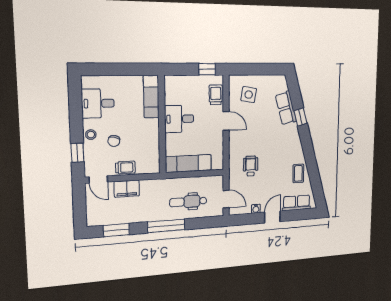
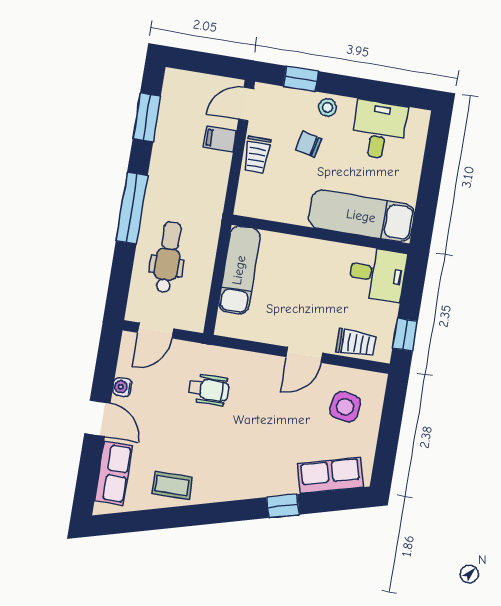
exam couch: (151, 97) -> (361, 216), width x1.36, depth x1.45
row of seats: (286, 108) -> (330, 475), moved
desk: (179, 119) -> (377, 274), moved, turned 90
filing cabinet: (127, 189) -> (220, 139), width x0.50

